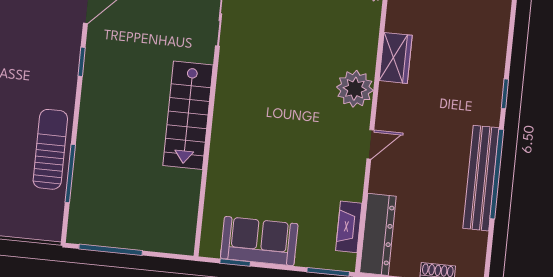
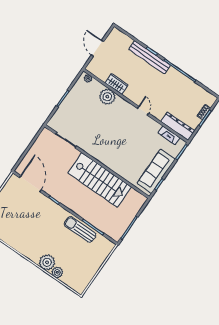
plant: (355, 89) -> (107, 97), moved
stairs: (188, 115) -> (100, 180), width x1.36, depth x1.51
bench: (481, 178) -> (150, 57), moved
sofa: (259, 241) -> (156, 171), width x1.36

